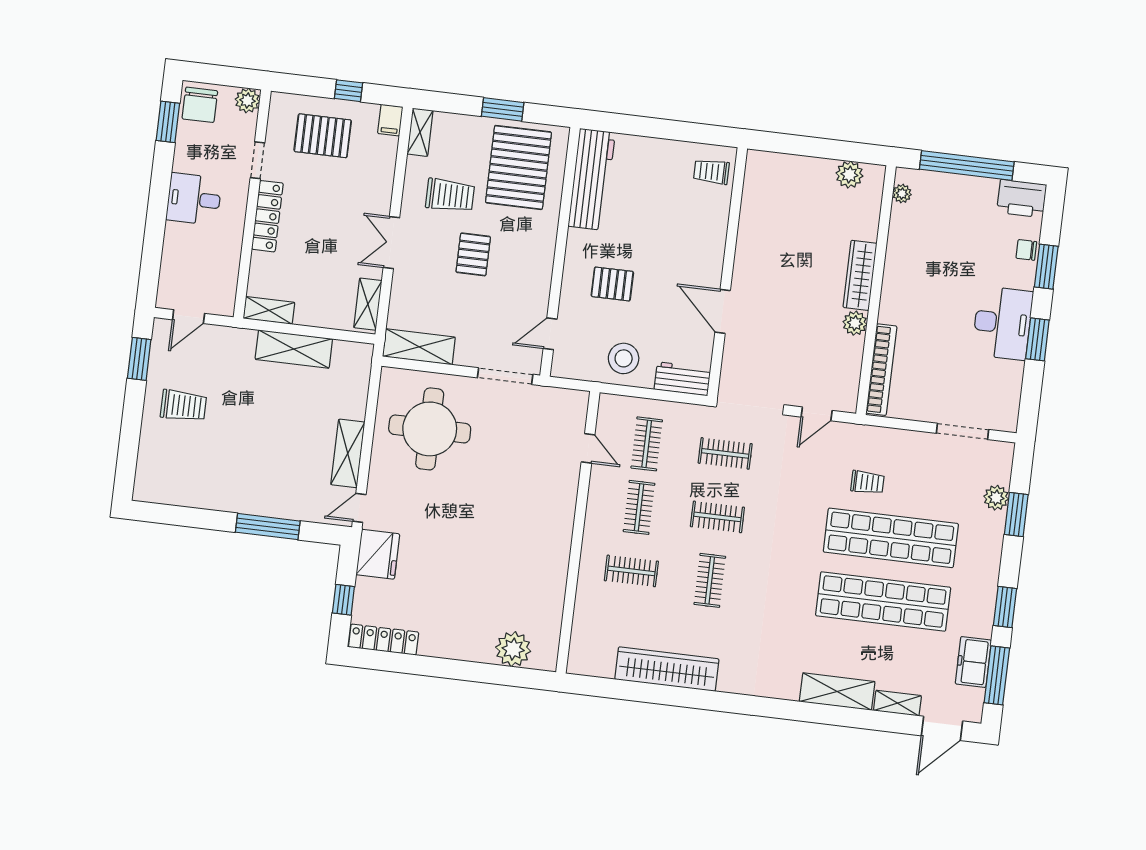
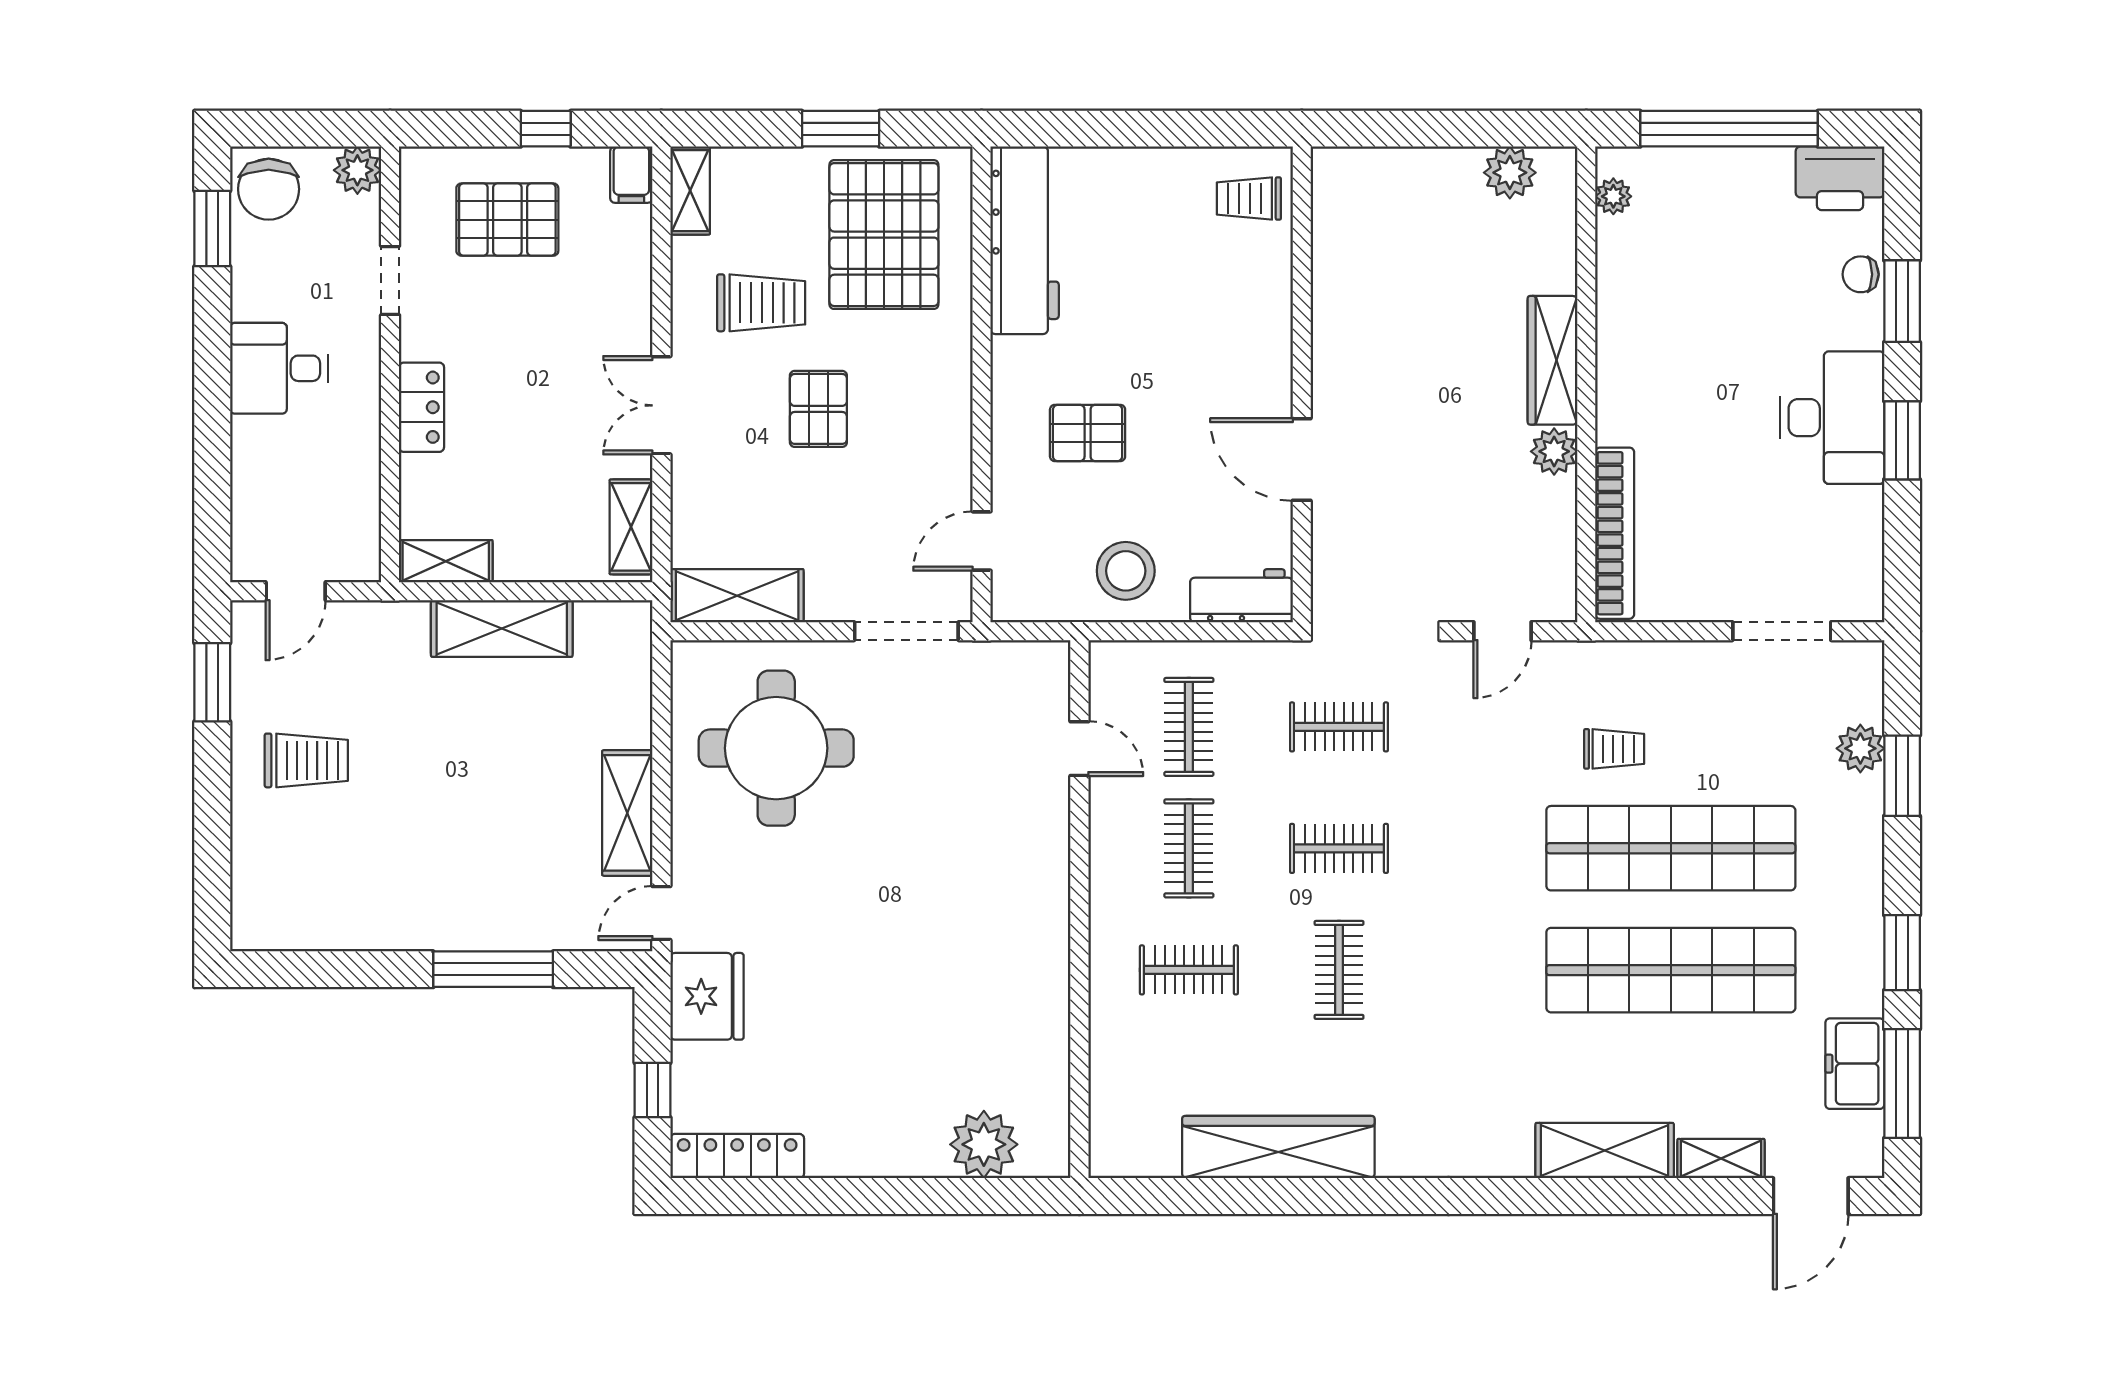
locker: (267, 216) -> (422, 407), width x0.66

